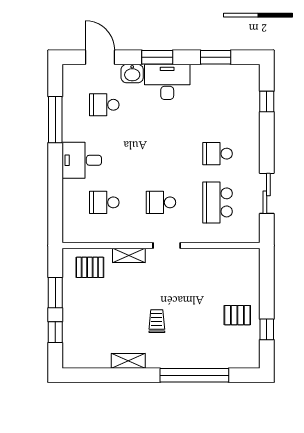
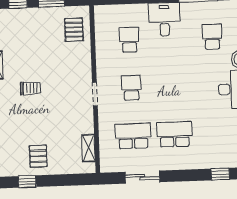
school desk: (218, 154) -> (174, 134), width x1.85
shelving: (129, 255) -> (89, 148), moved

